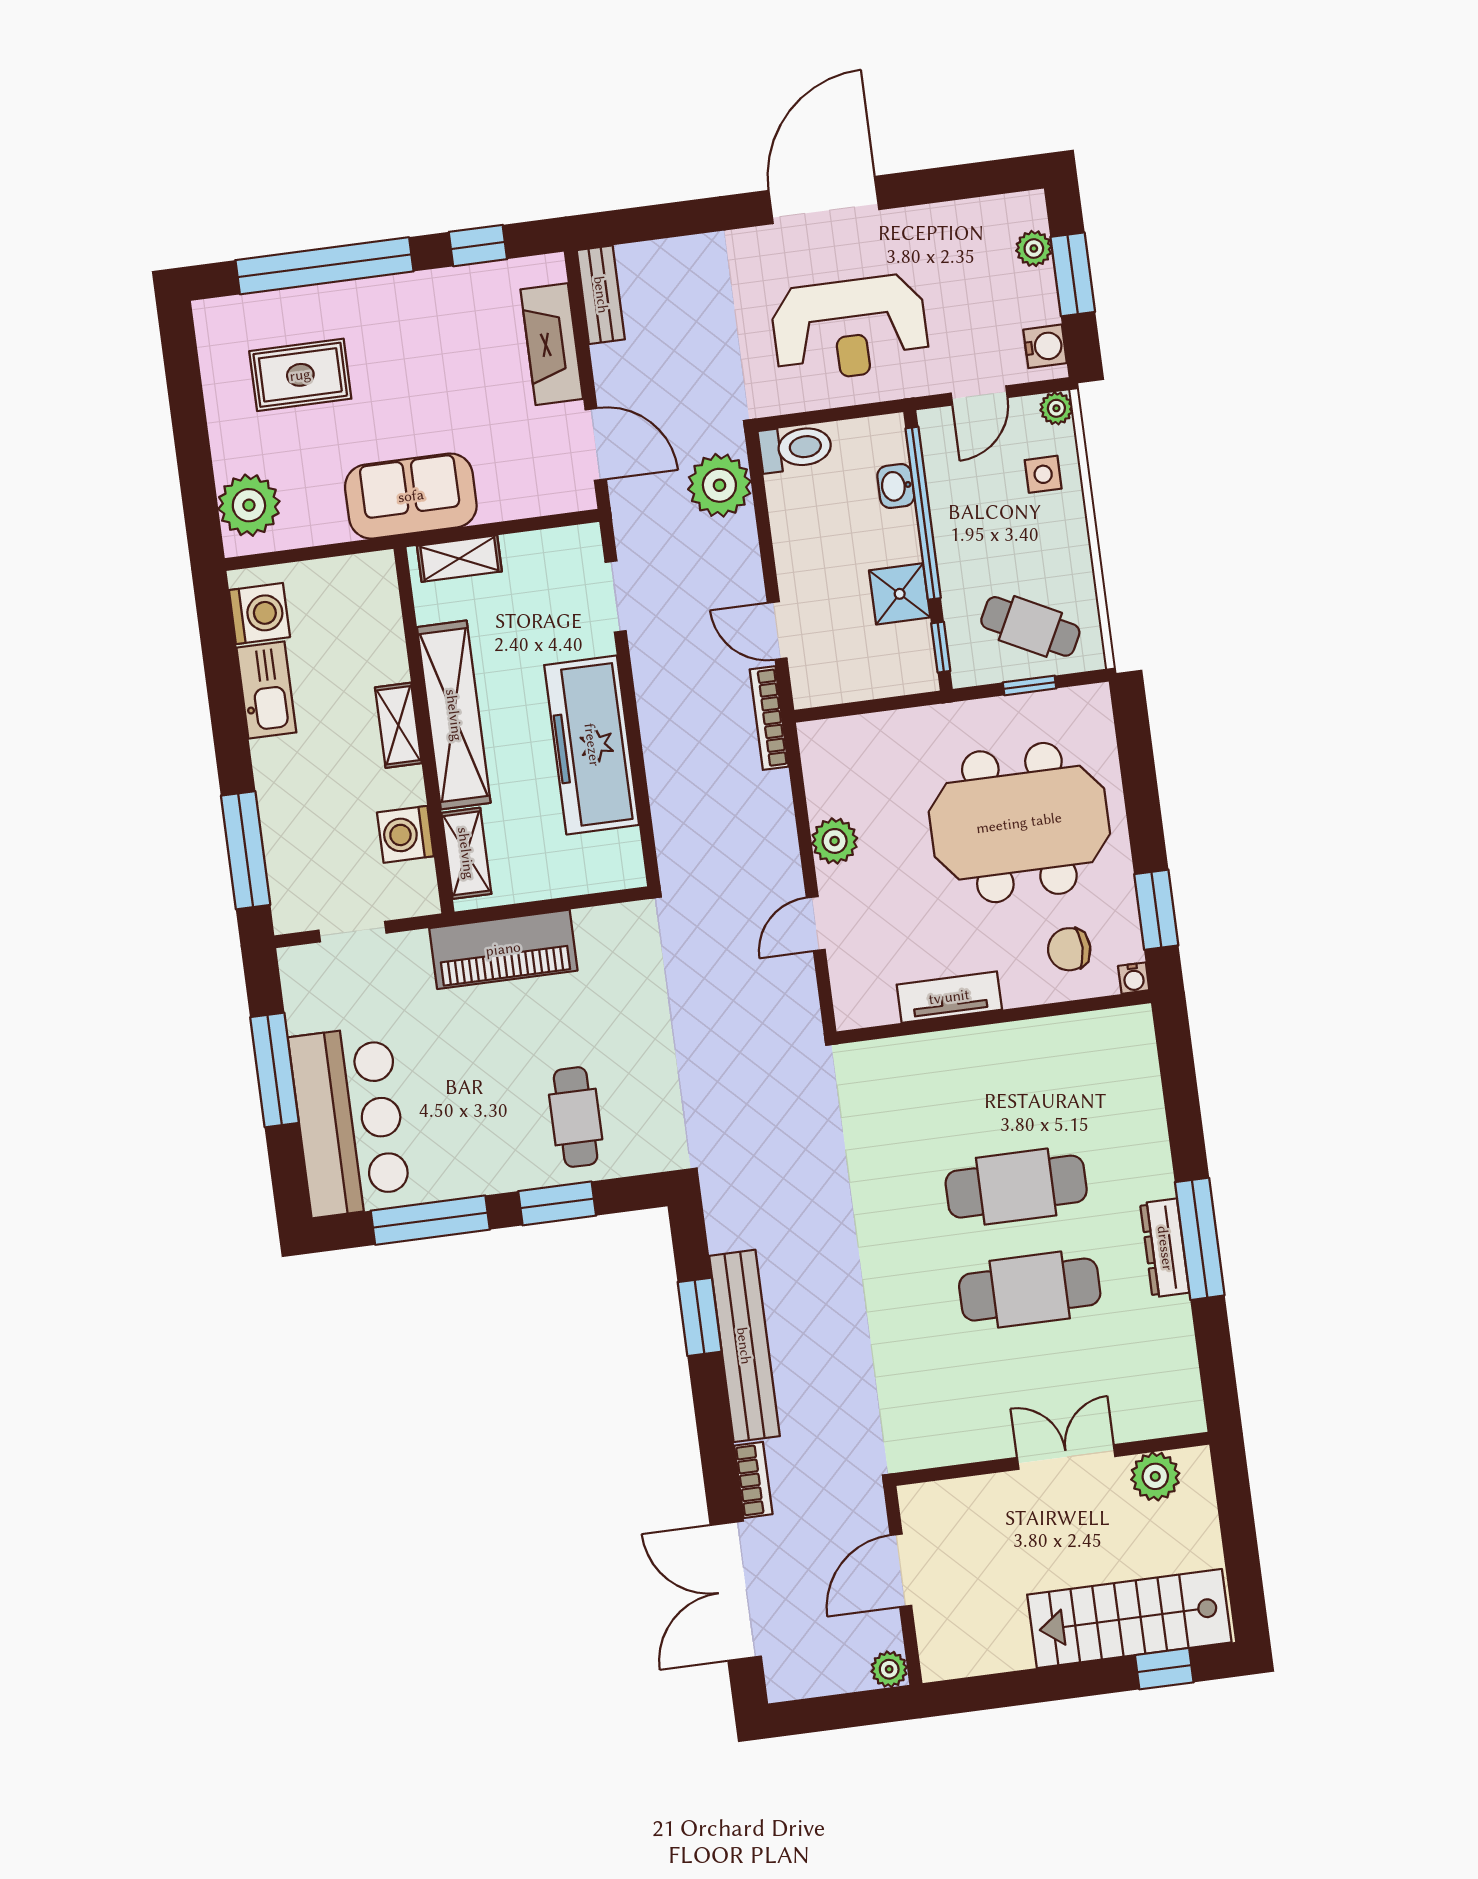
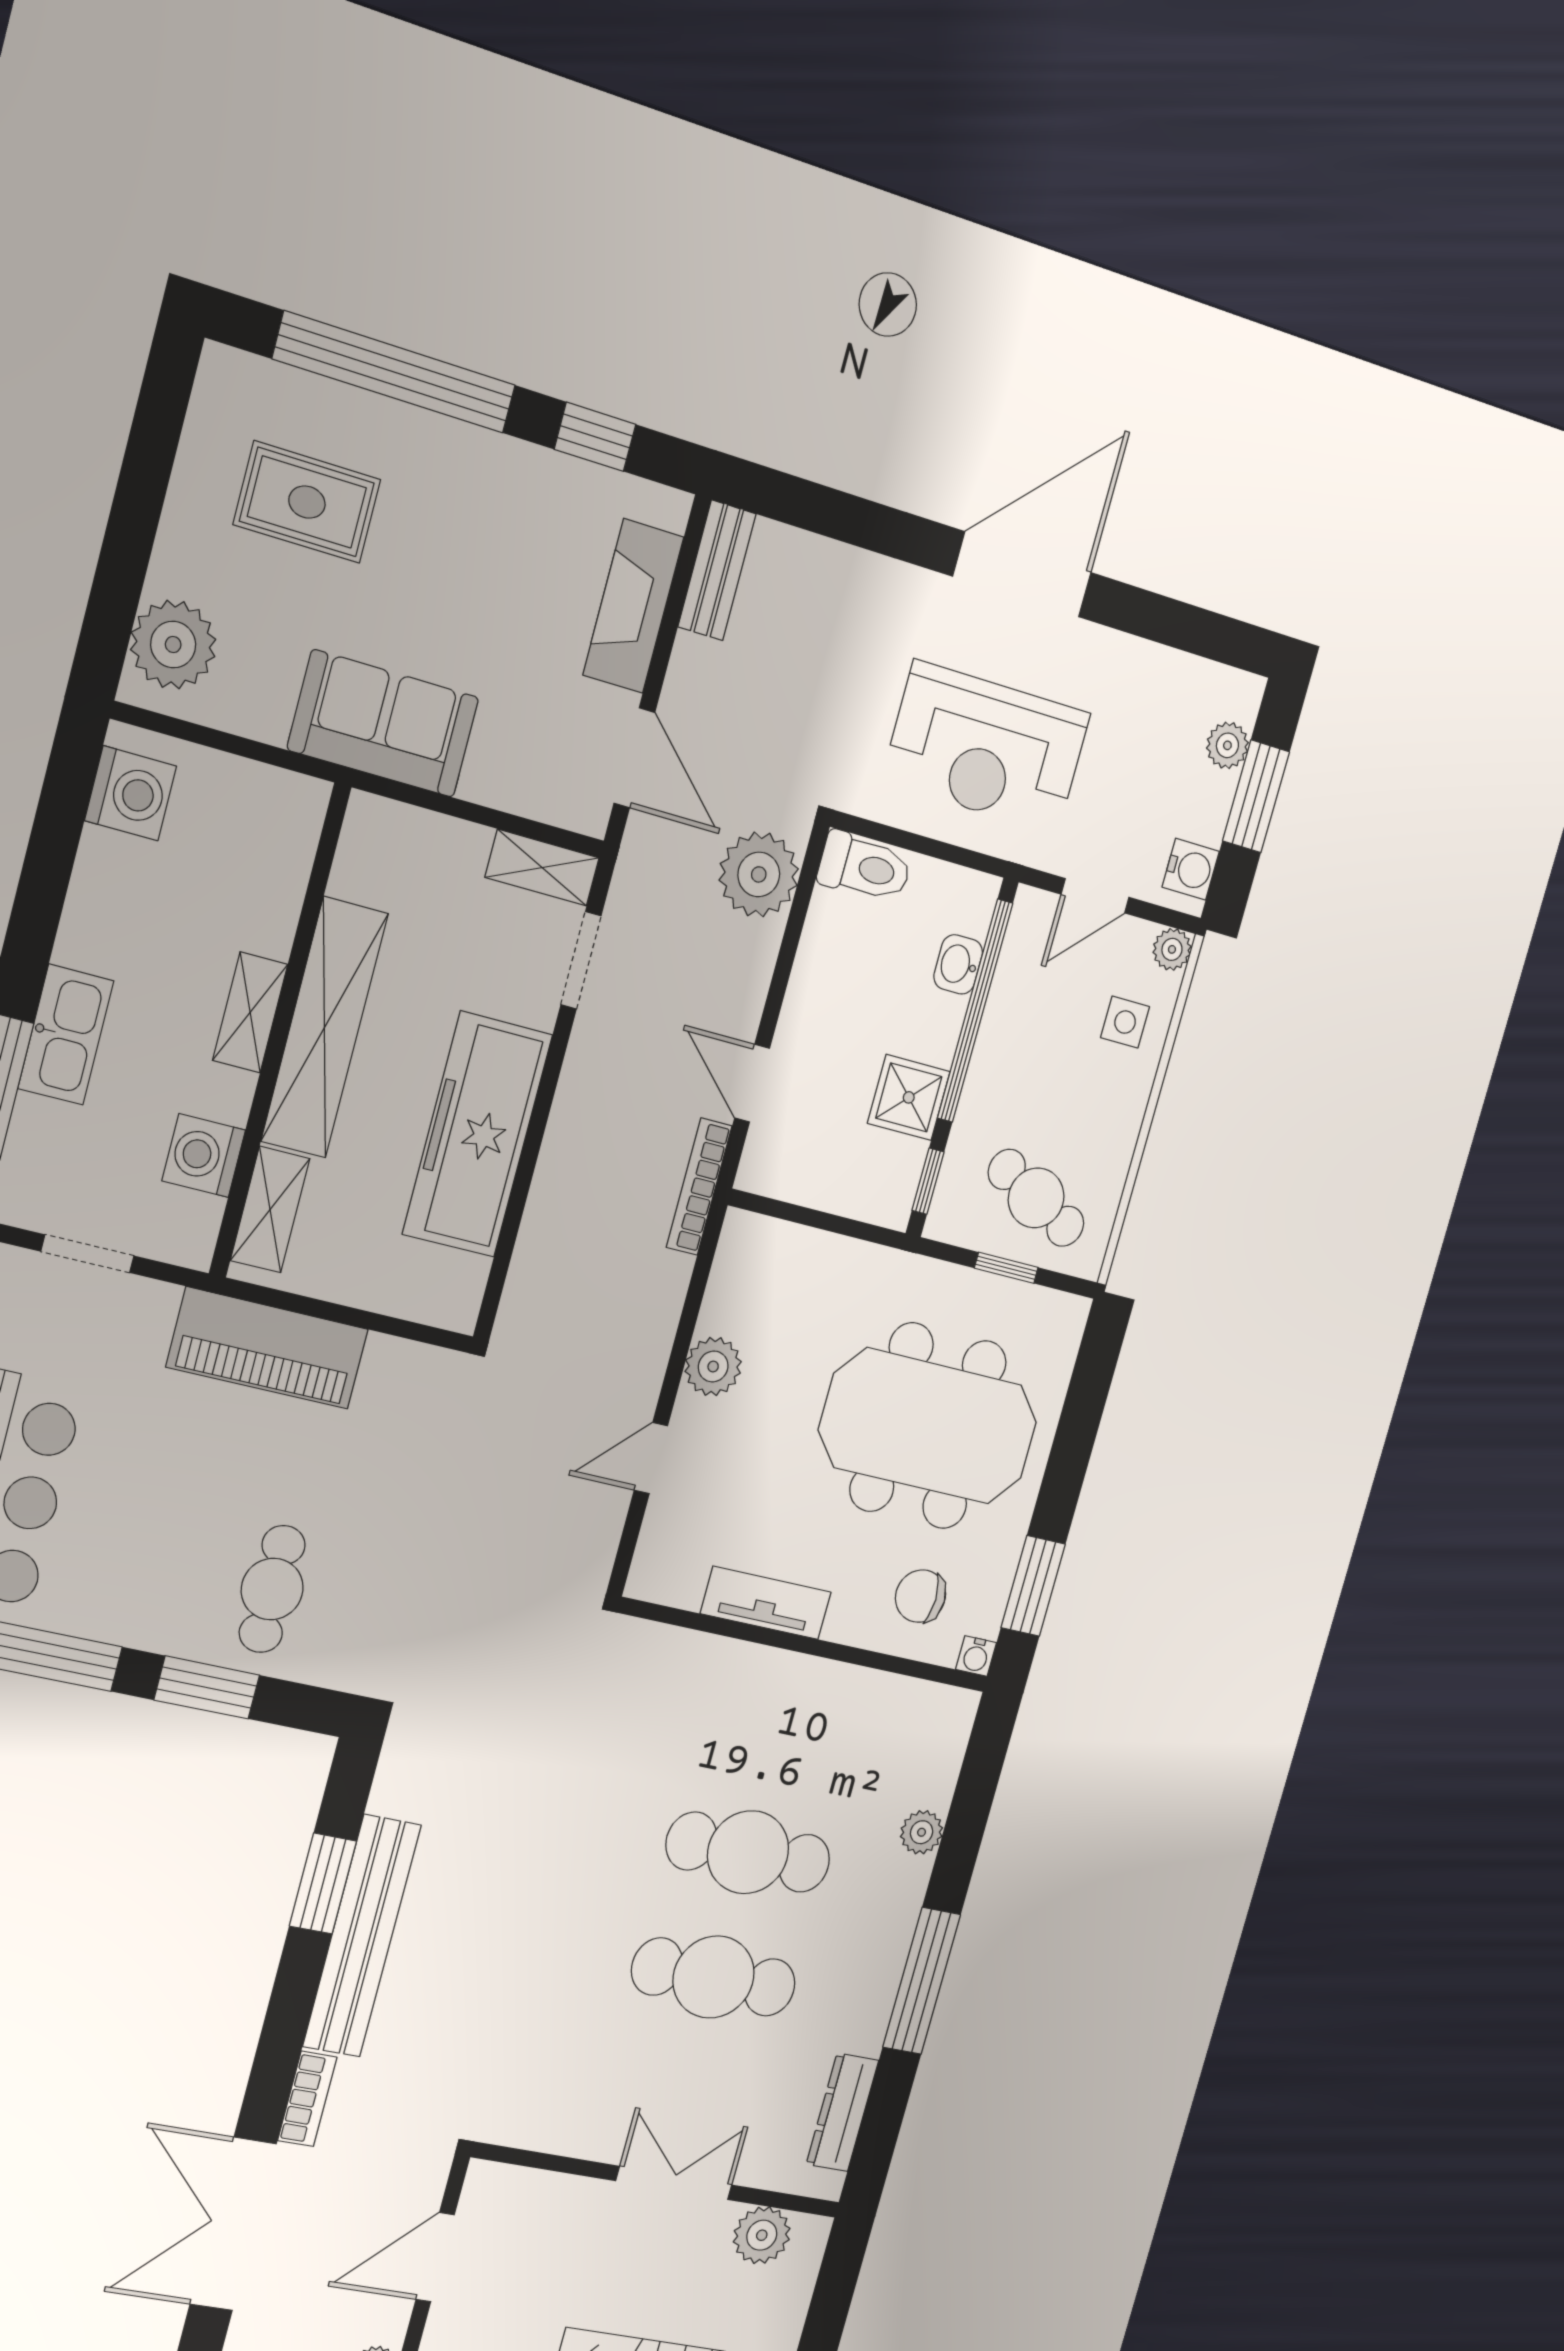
shelving: (459, 559) -> (542, 868), moved
kitchen sink: (266, 690) -> (66, 1035), moved
plant: (1149, 1125) -> (922, 1832), added
dresser: (1165, 1248) -> (842, 2112), moved

